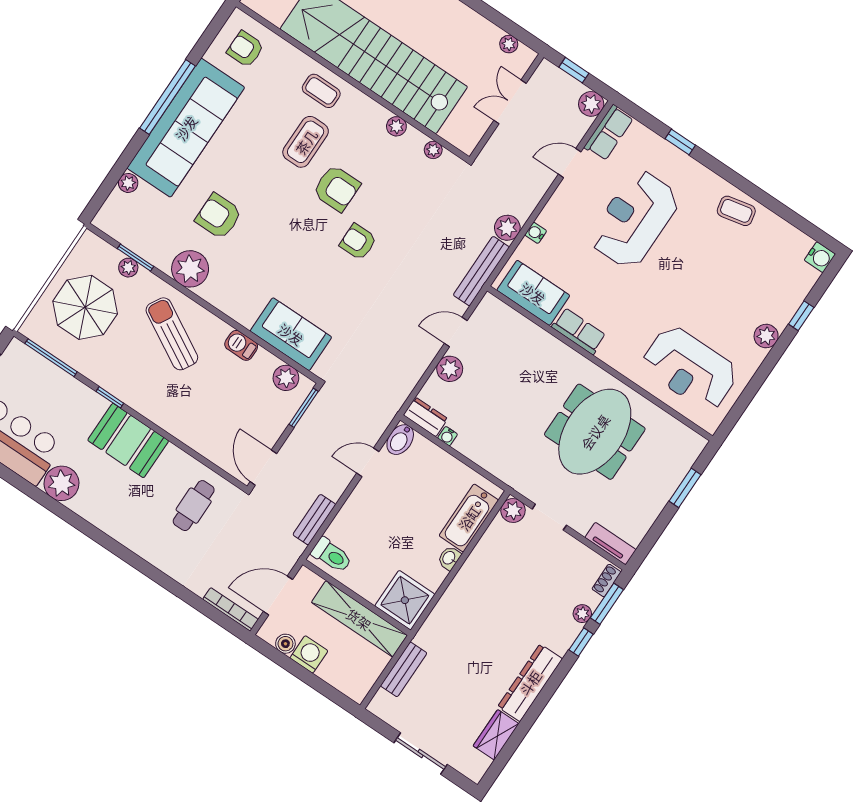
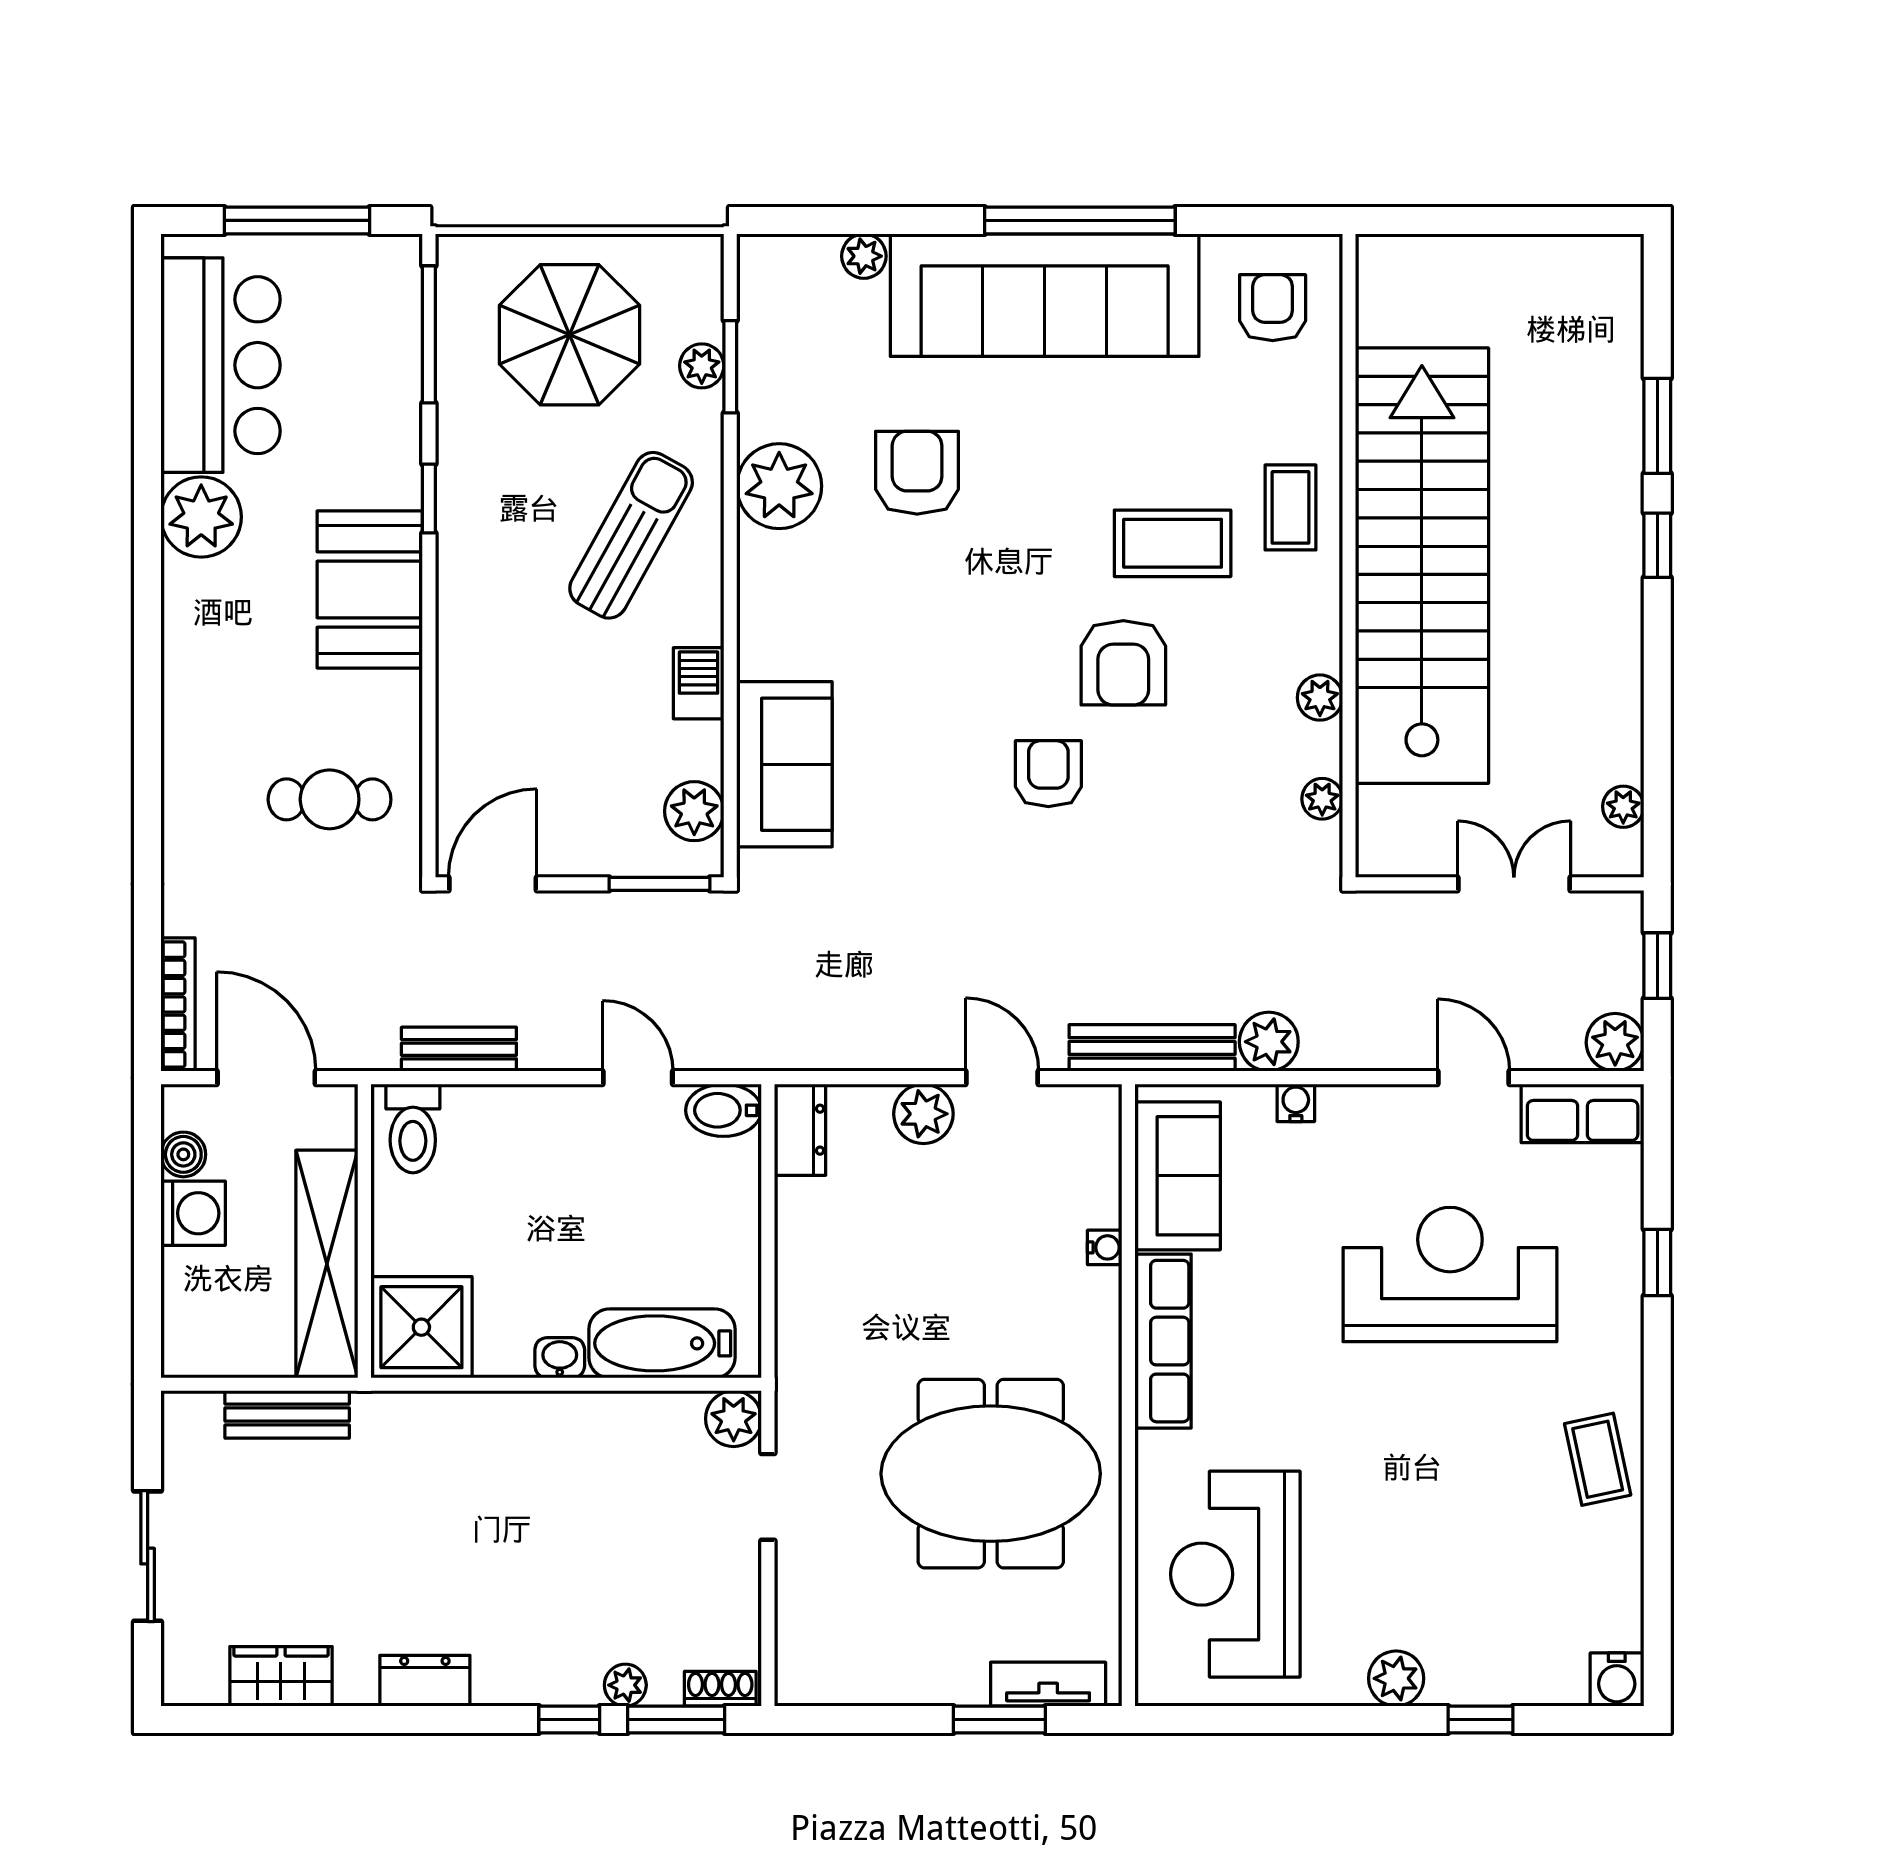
row of seats: (579, 331) -> (1163, 1341), width x1.48
water cooler: (448, 436) -> (1105, 1247), moved, turned 180
tv unit: (610, 544) -> (1048, 1684), moved, turned -90
dresser: (530, 683) -> (425, 1681), width x0.51, depth x0.80

